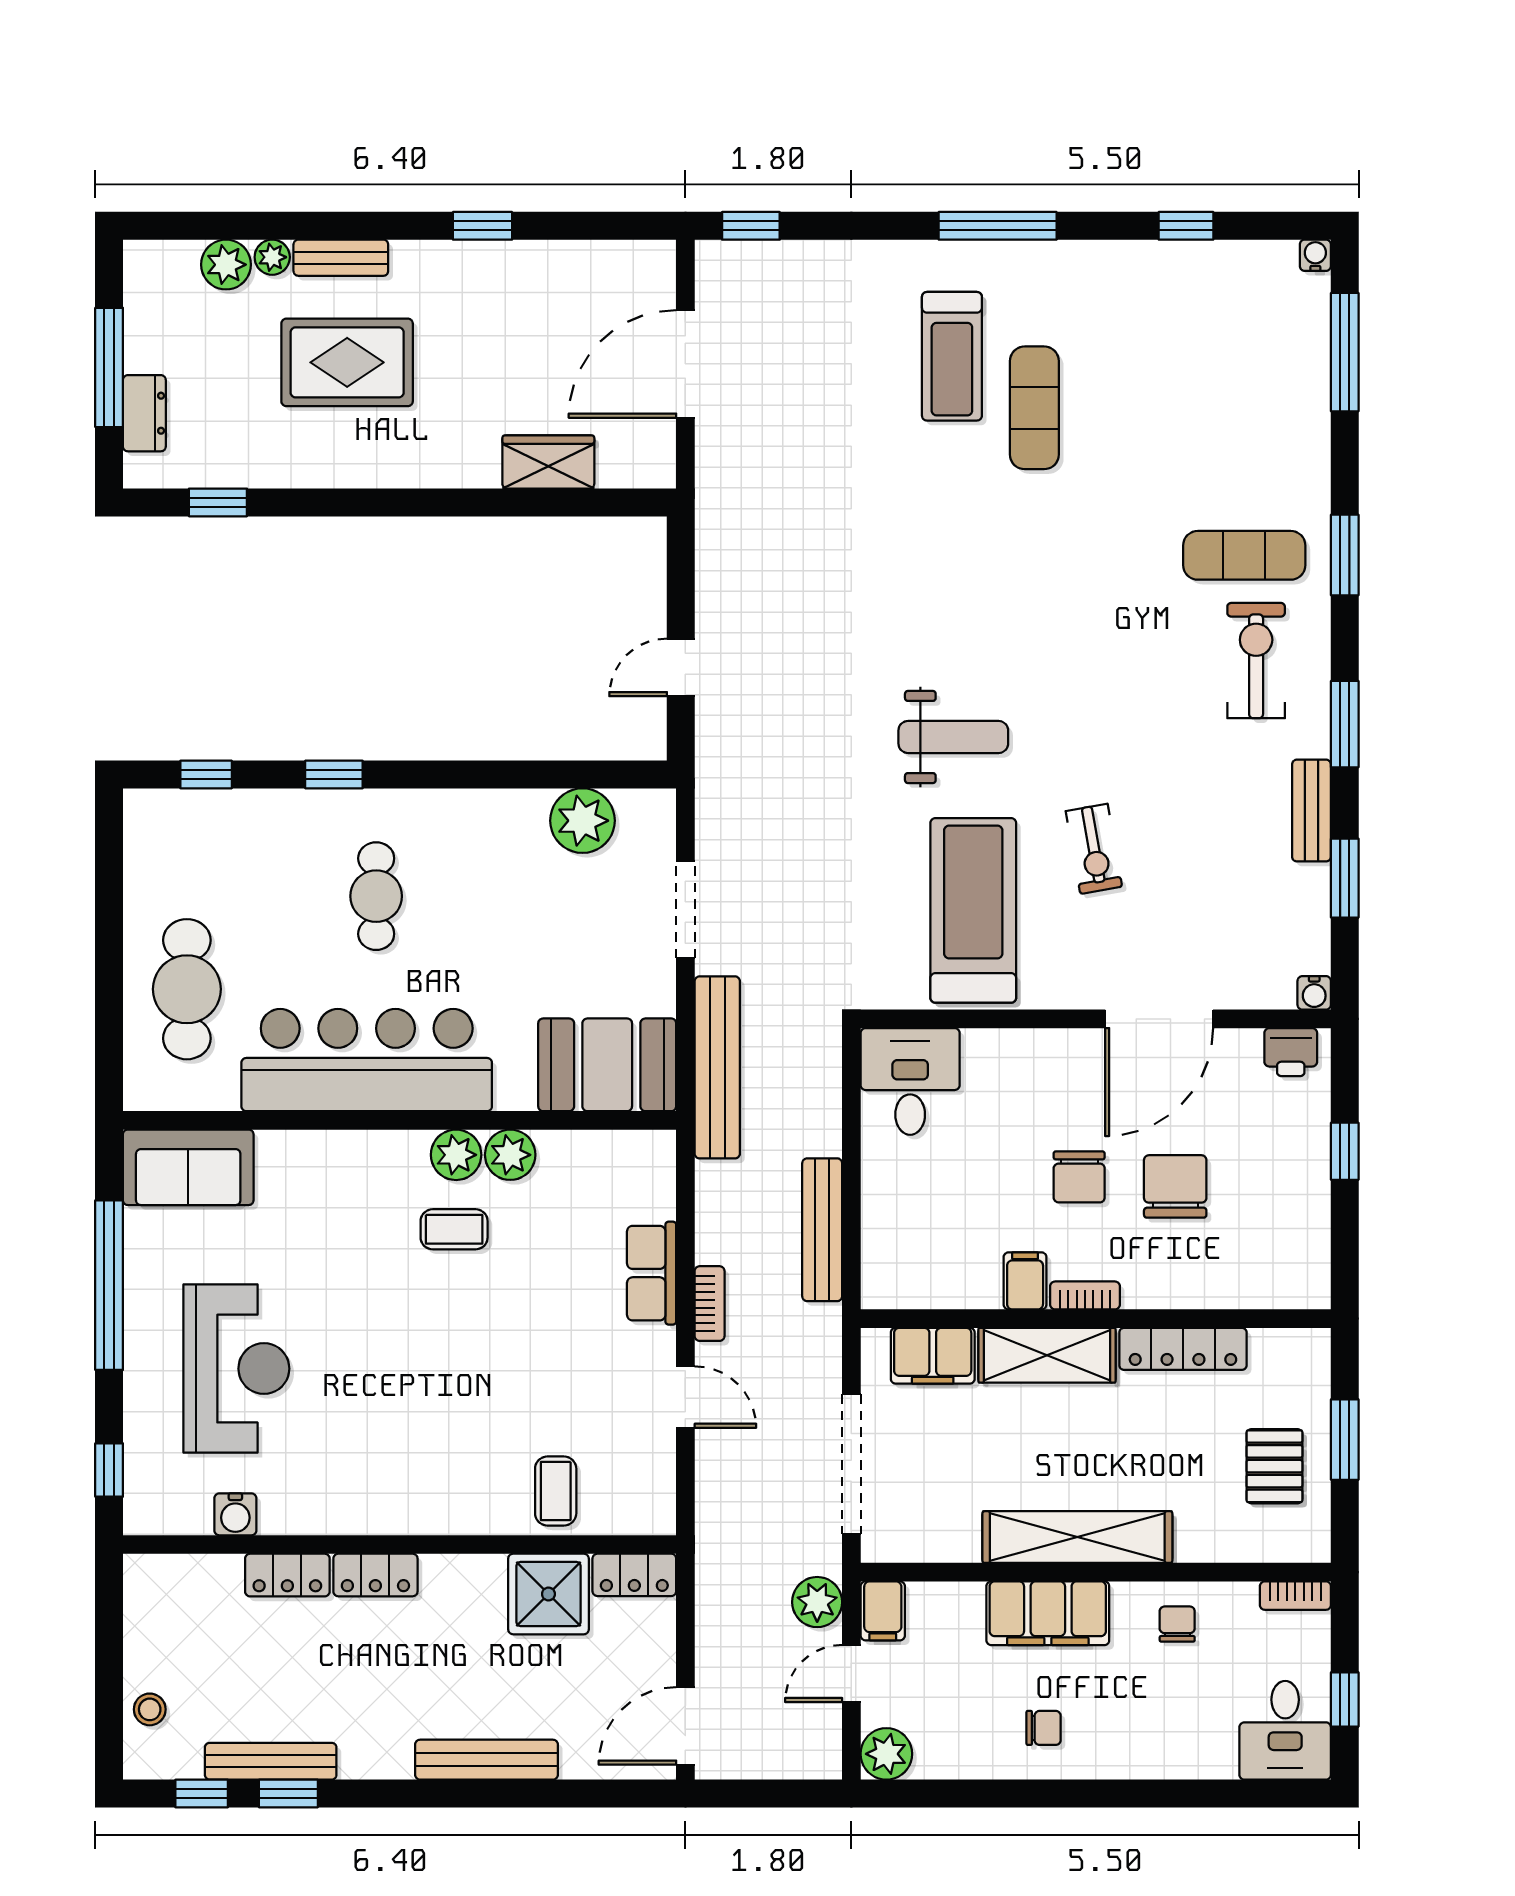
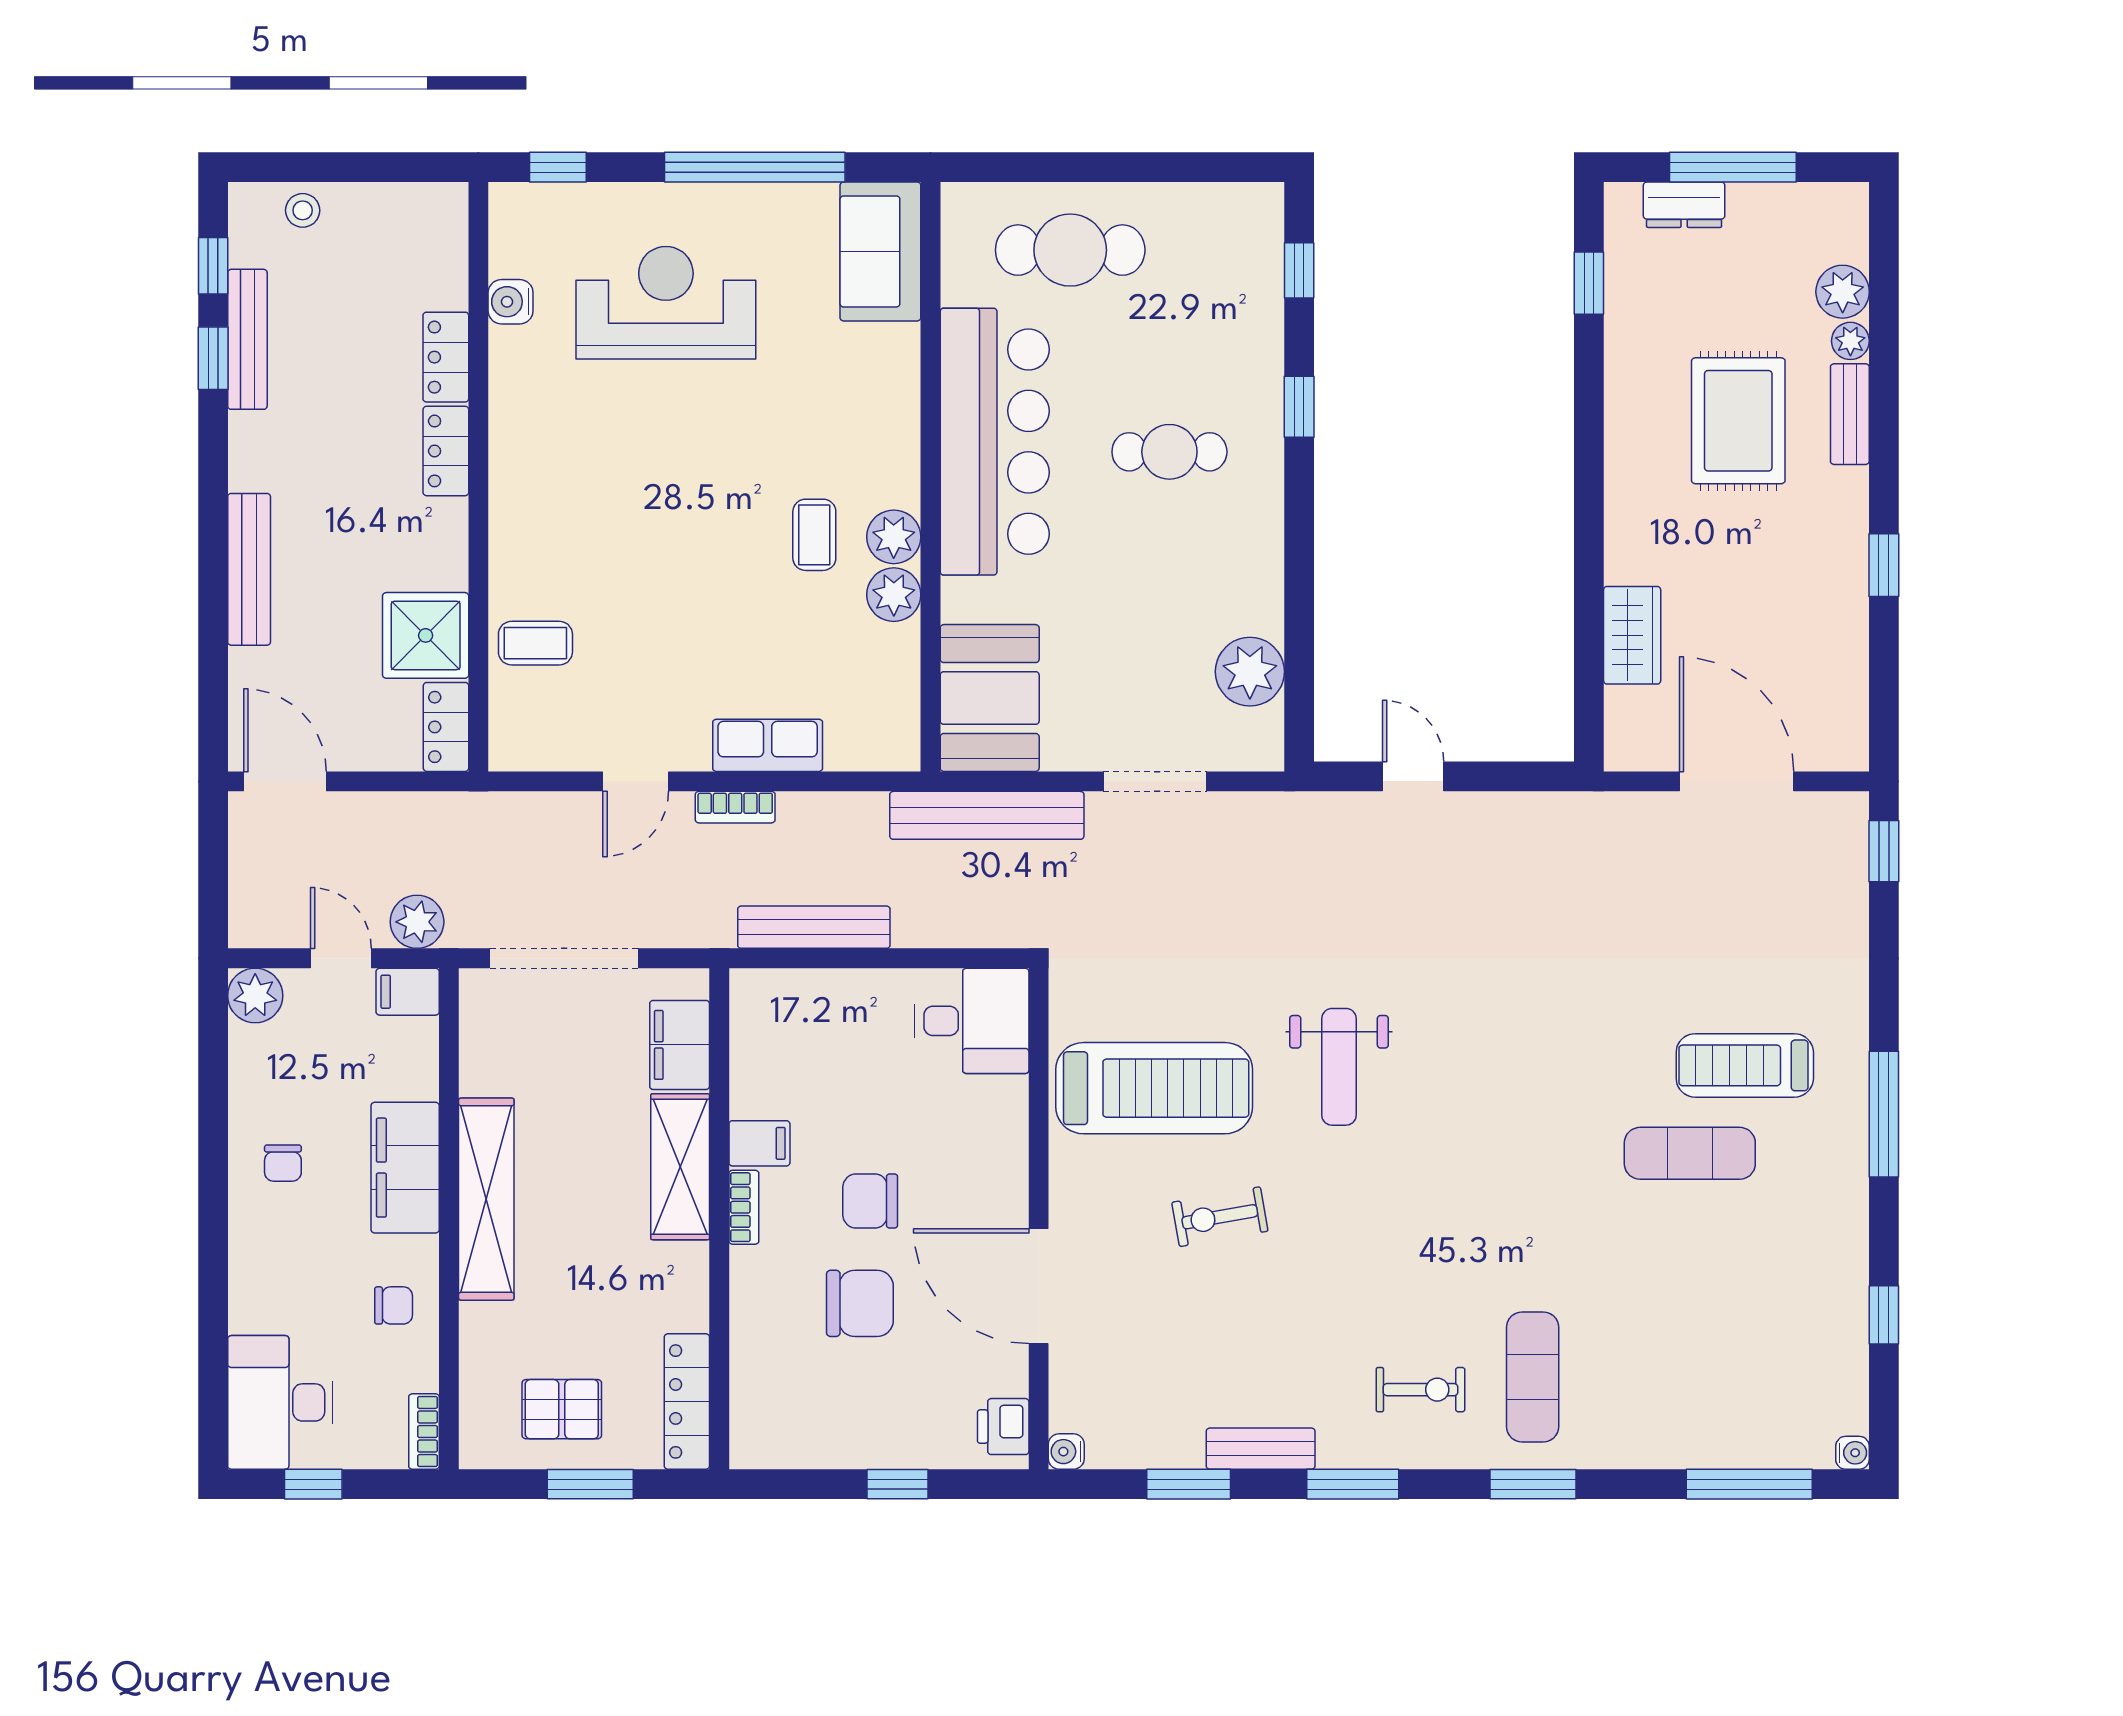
exercise bike: (1256, 661) -> (1421, 1390), width x0.73, depth x0.72
locker: (1183, 1349) -> (687, 1401), moved
reception desk: (236, 1369) -> (666, 303), turned 180
desk: (1285, 1730) -> (280, 1402), width x1.37

